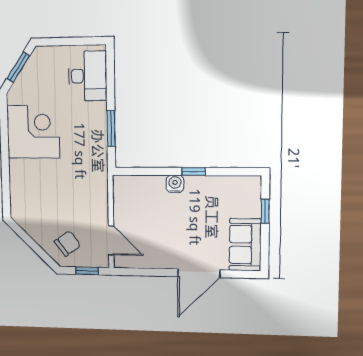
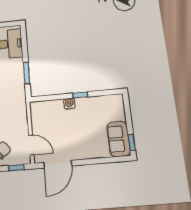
window: (265, 211) -> (132, 142), moved
door: (199, 273) -> (58, 164), moved

